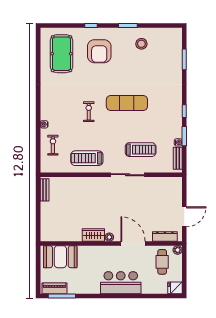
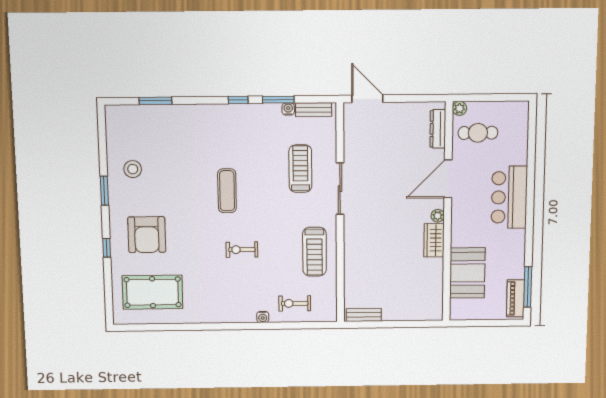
armchair: (99, 51) -> (147, 235), turned 90
exercise mat: (127, 103) -> (227, 191), width x0.73, depth x0.69
door: (184, 217) -> (367, 99), moved
booth: (60, 257) -> (467, 273), moved
fridge: (175, 288) -> (520, 112), removed

